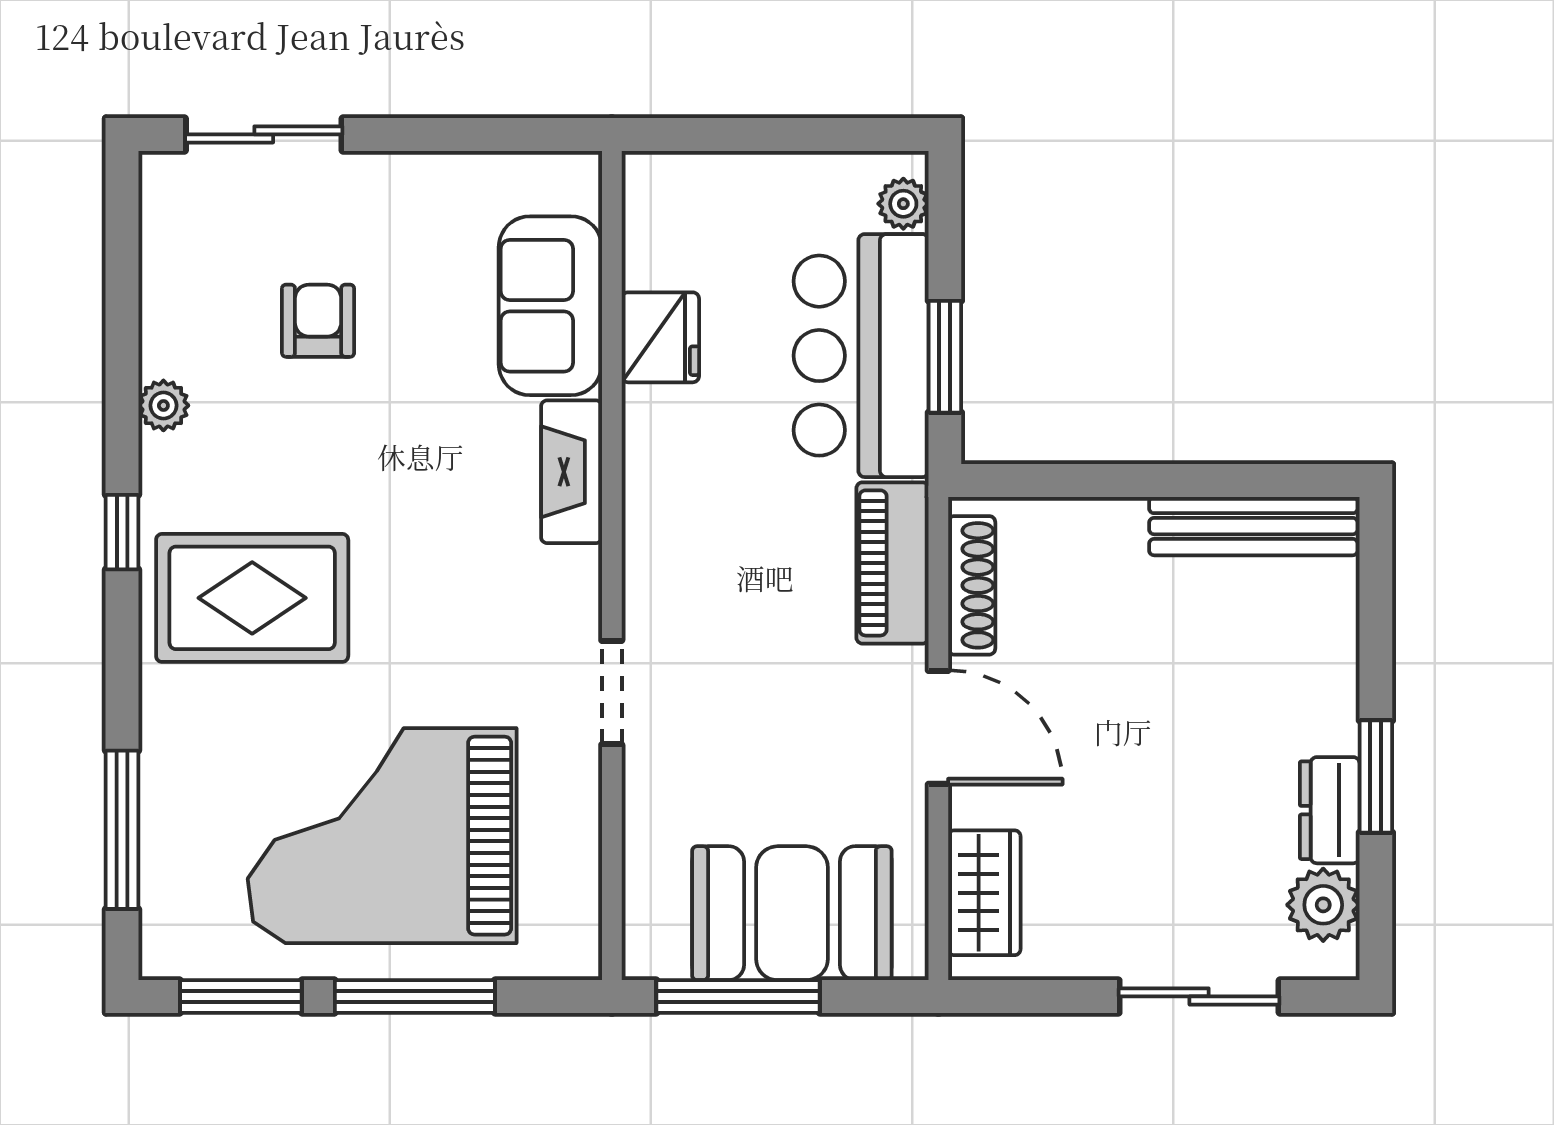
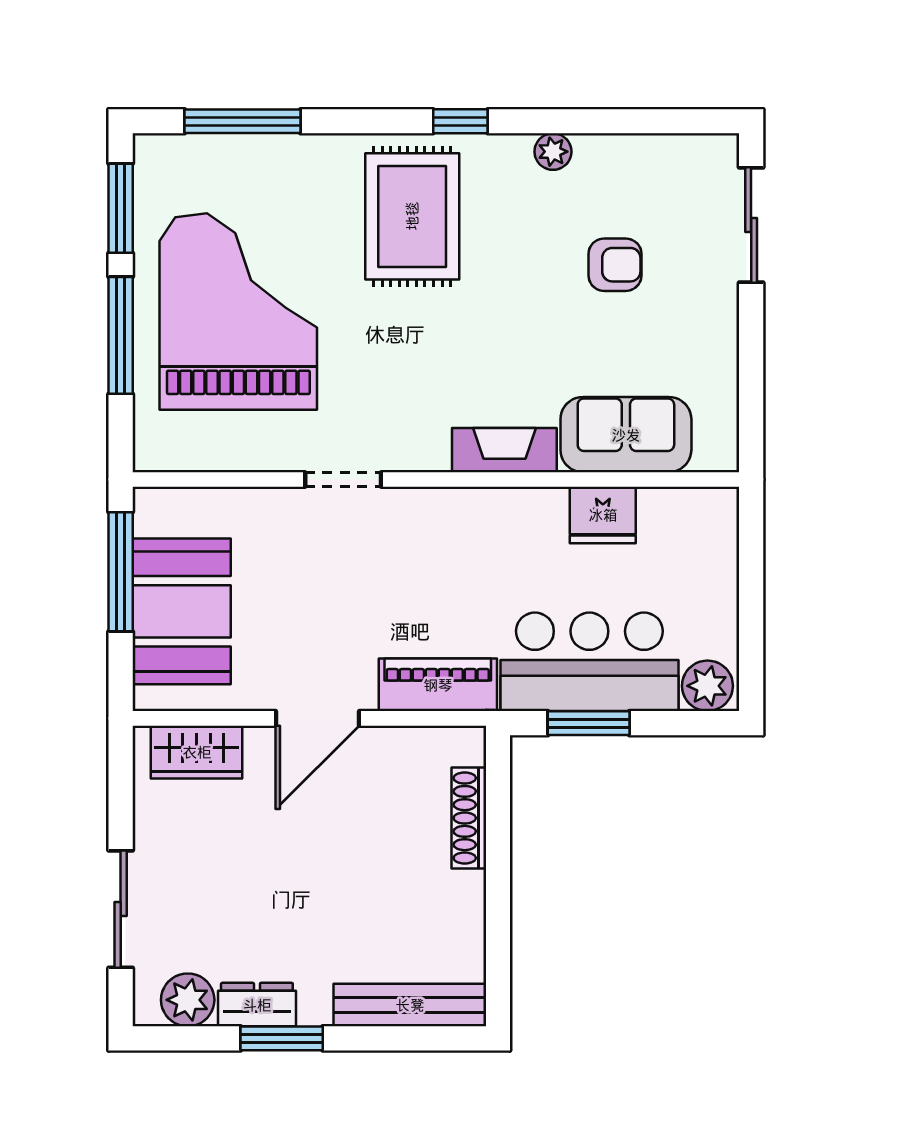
plant: (903, 204) -> (707, 686), width x1.38, depth x1.38
bench: (1253, 526) -> (410, 1005), moved, turned 90
shoe rack: (972, 585) -> (469, 818), moved, turned 90

